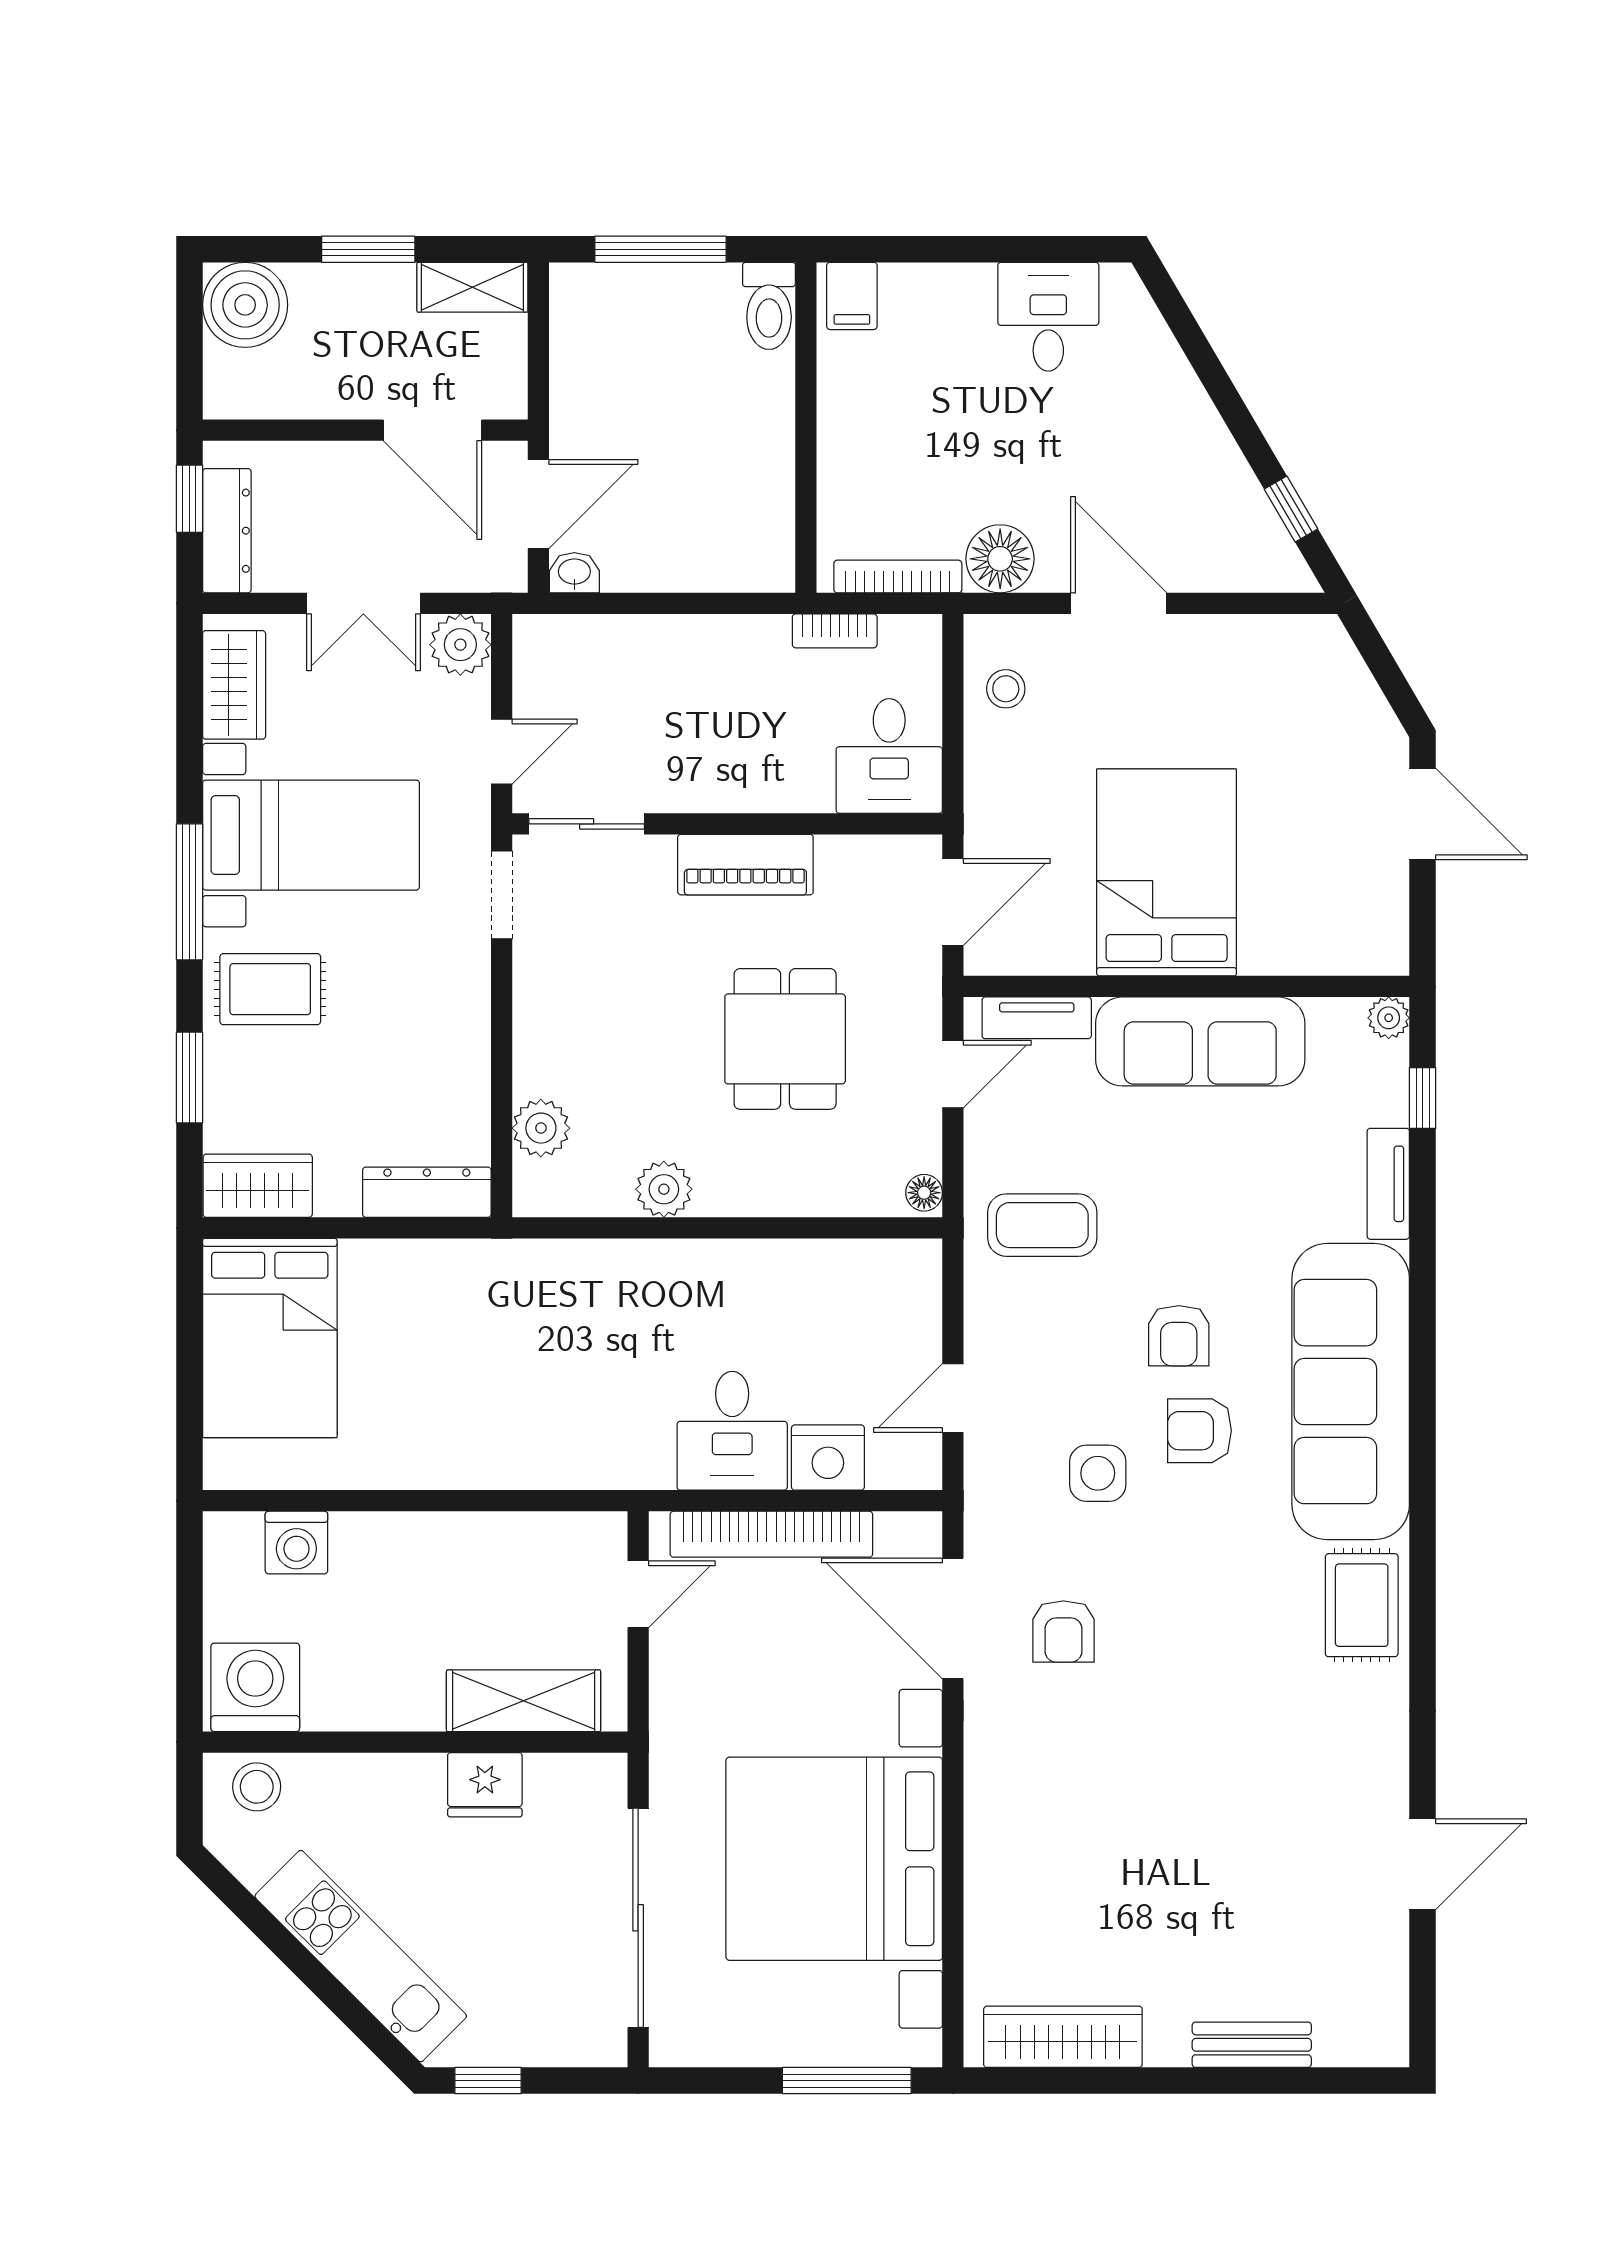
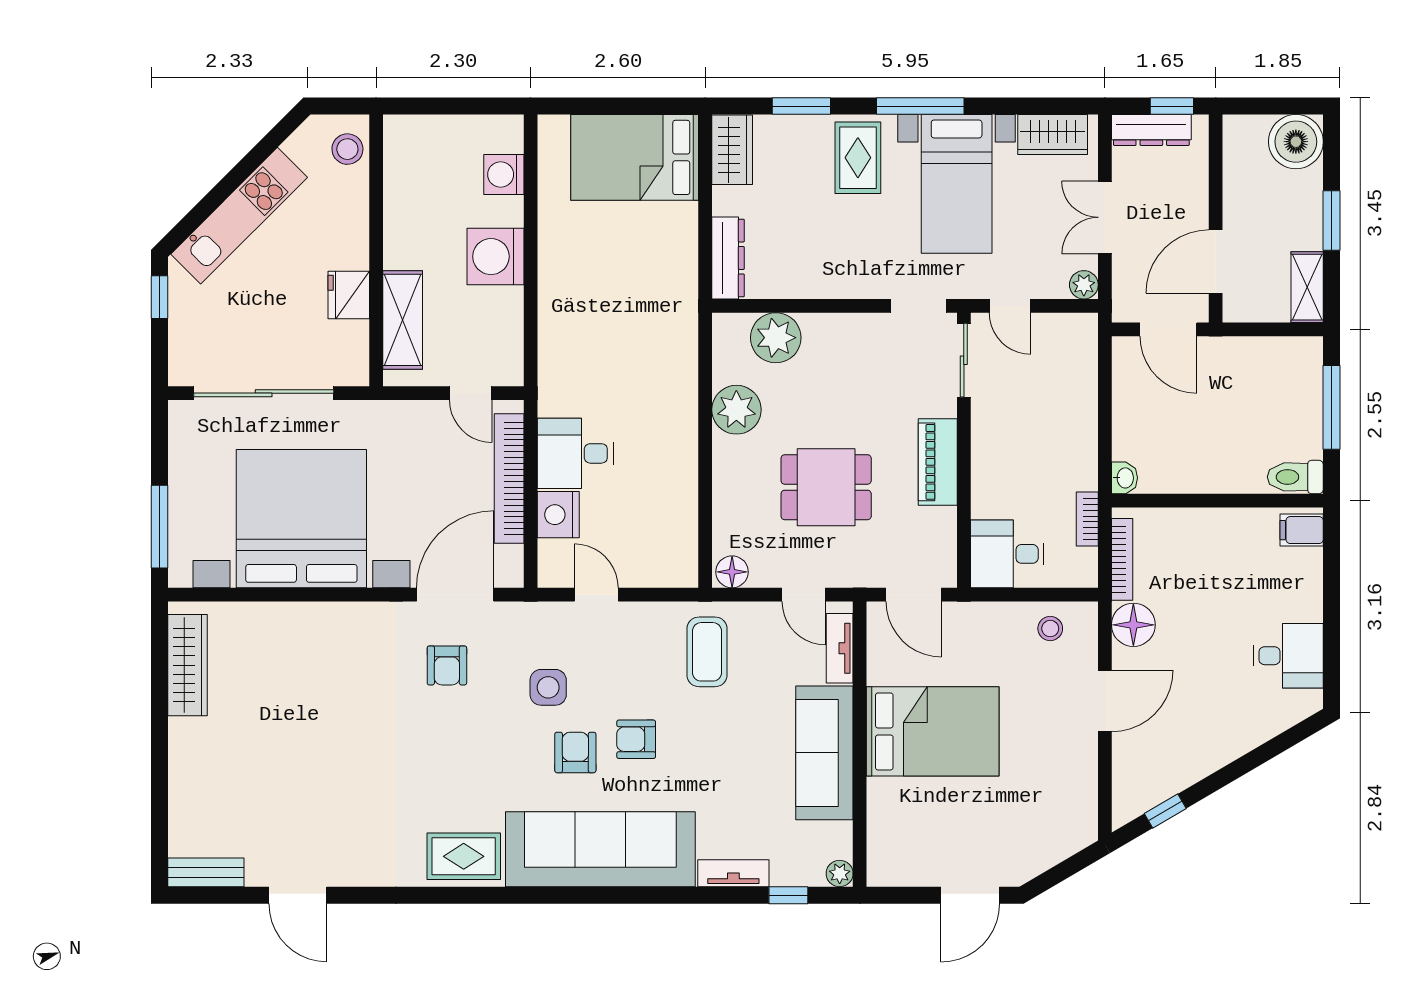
washbasin: (574, 573) -> (1124, 478), moved
plant: (460, 645) -> (1084, 285), width x0.73, depth x0.73
plant: (541, 1128) -> (776, 338), width x1.36, depth x1.36
plant: (664, 1189) -> (736, 410), width x1.36, depth x1.36
floor lamp: (924, 1193) -> (732, 572), width x1.37, depth x1.37
armchair: (1063, 1631) -> (447, 665), turned -90
washing machine: (255, 1687) -> (496, 257), moved, turned 180
bench: (1252, 2045) -> (206, 872), moved, turned 90

